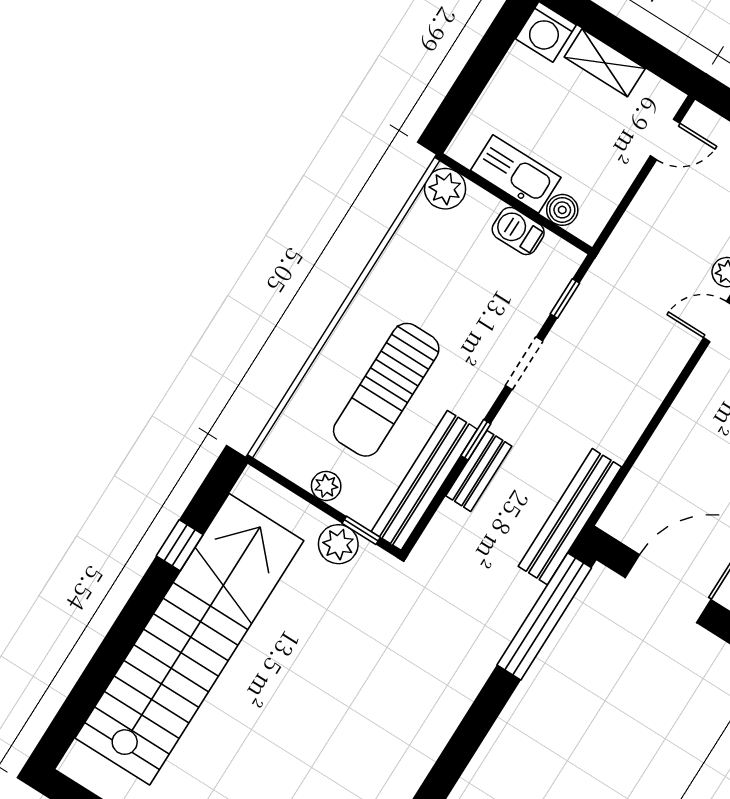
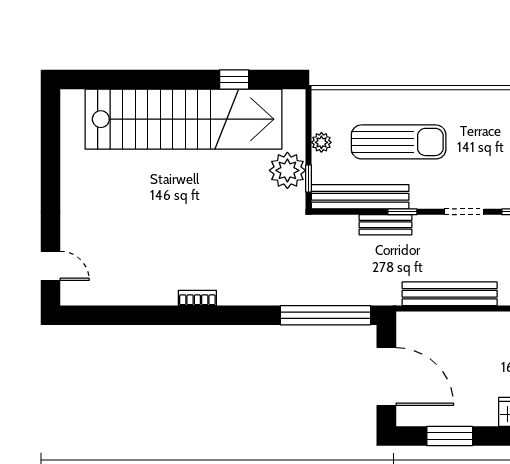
sun lounger: (386, 390) -> (399, 142), turned 180
bench: (570, 517) -> (450, 294), moved
plant: (338, 544) -> (287, 170), width x1.36, depth x1.36
bookcase: (423, 762) -> (197, 298), added

